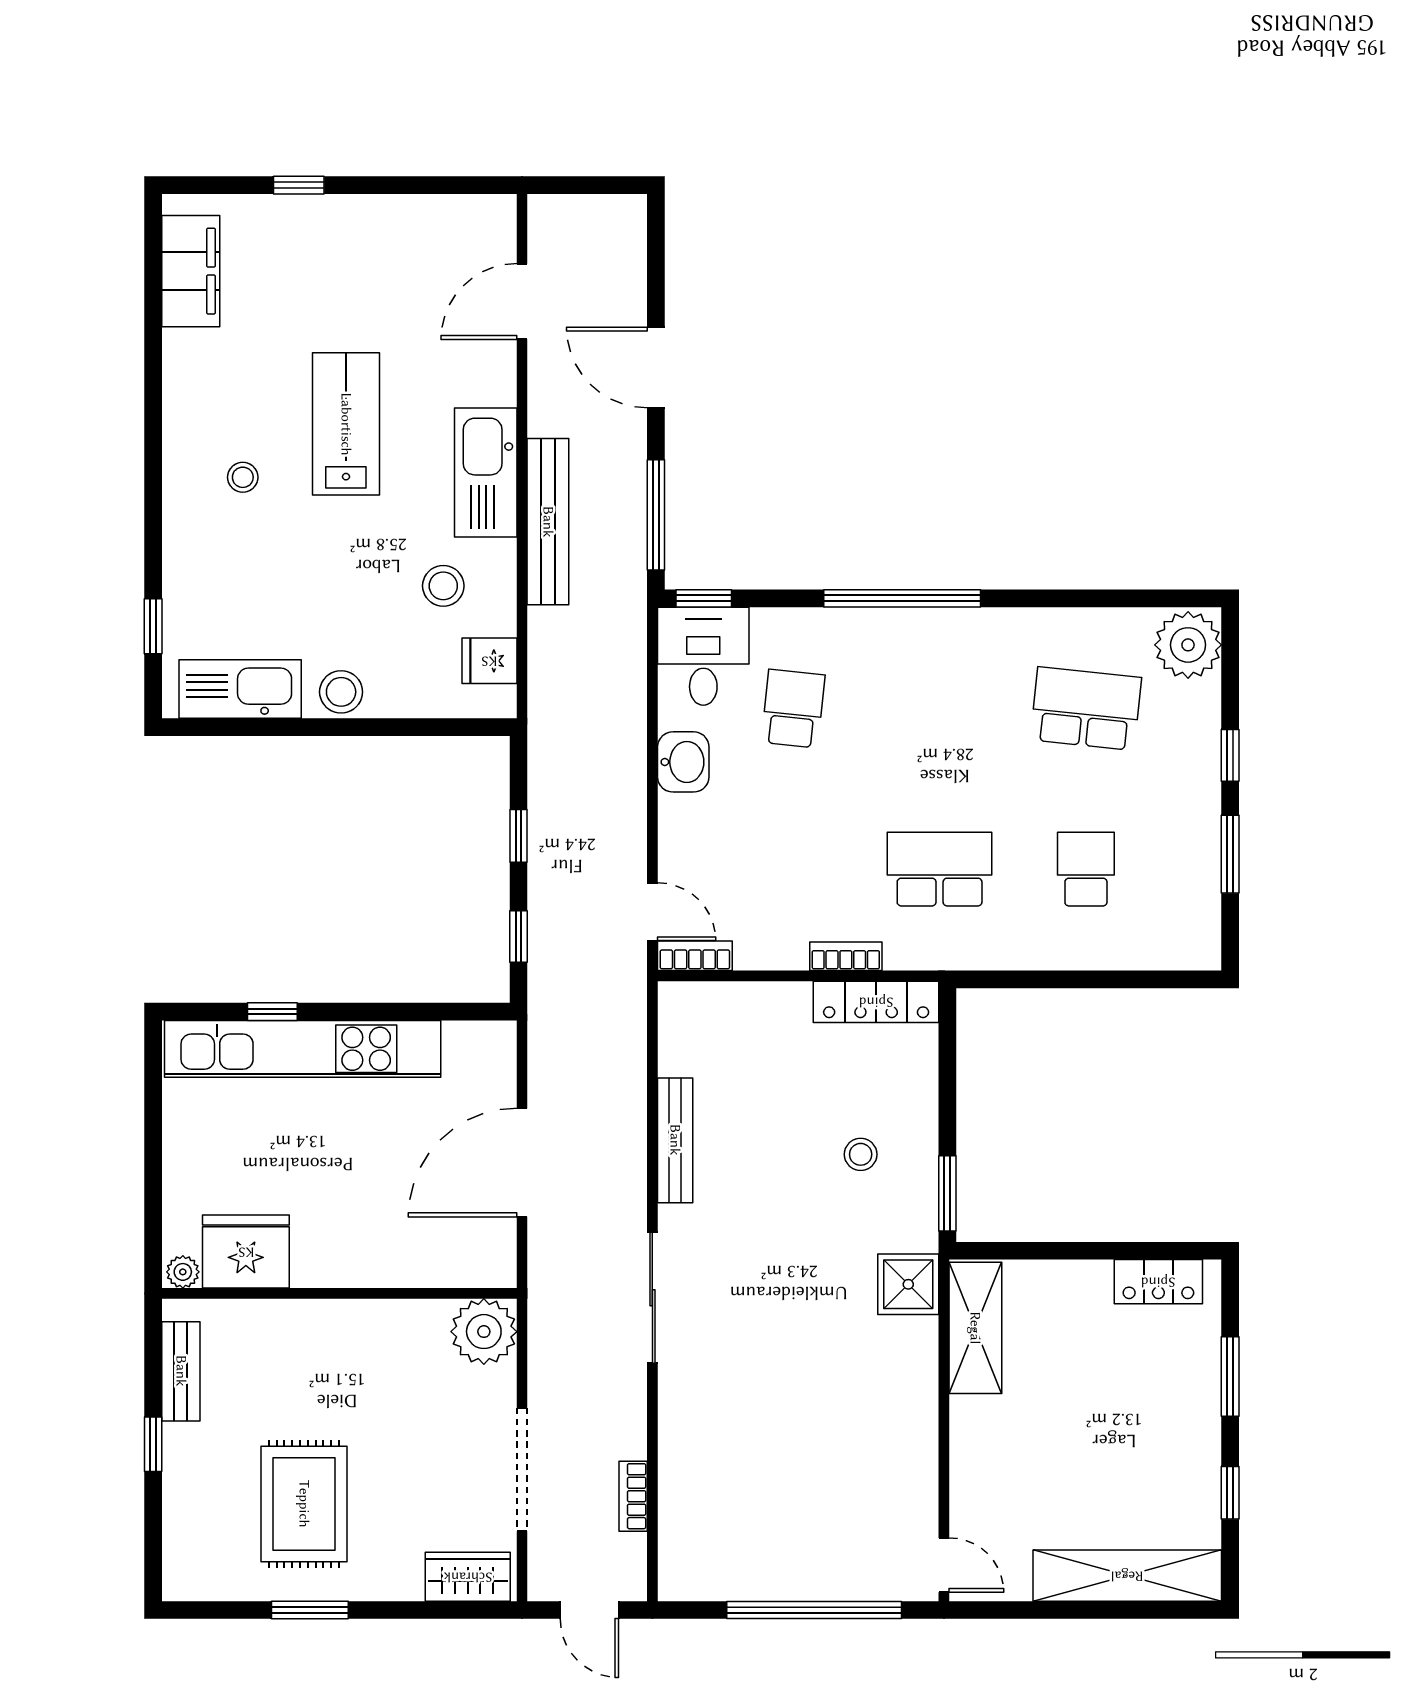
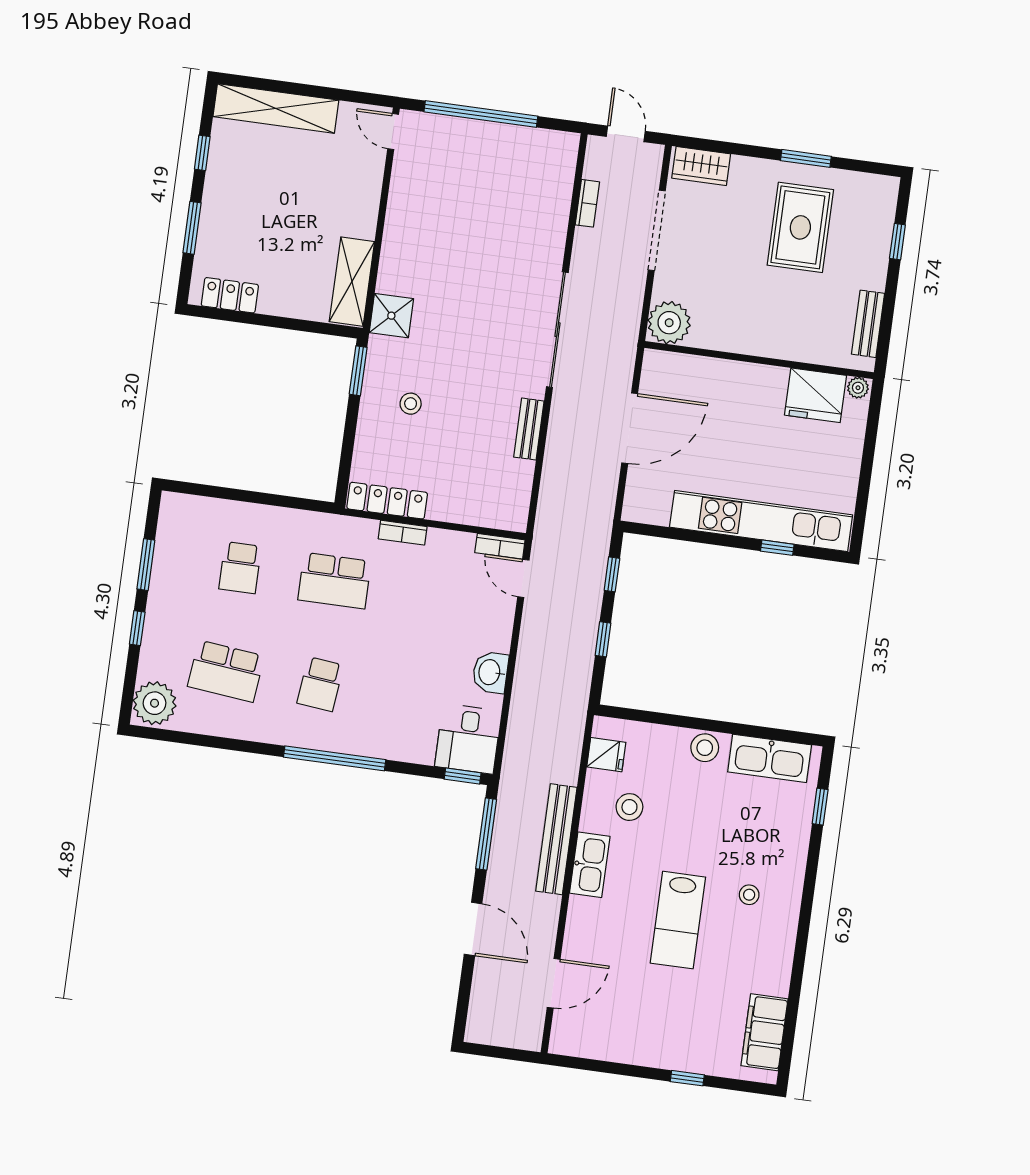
kitchen sink: (486, 472) -> (590, 865), width x0.73, depth x0.81
school desk: (793, 709) -> (320, 684), moved
bench: (675, 1140) -> (529, 429), width x0.73
sliding door: (652, 1298) -> (557, 330), width x1.36
window: (153, 1444) -> (897, 242), moved

